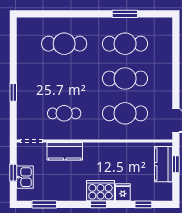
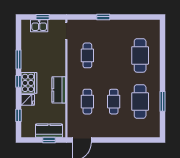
cafe table: (125, 78) -> (114, 102), width x0.73, depth x0.74
cafe table: (125, 113) -> (87, 102), width x0.73, depth x0.74
kitchen counter: (65, 151) -> (59, 90), moved
window: (44, 204) -> (19, 60), moved

